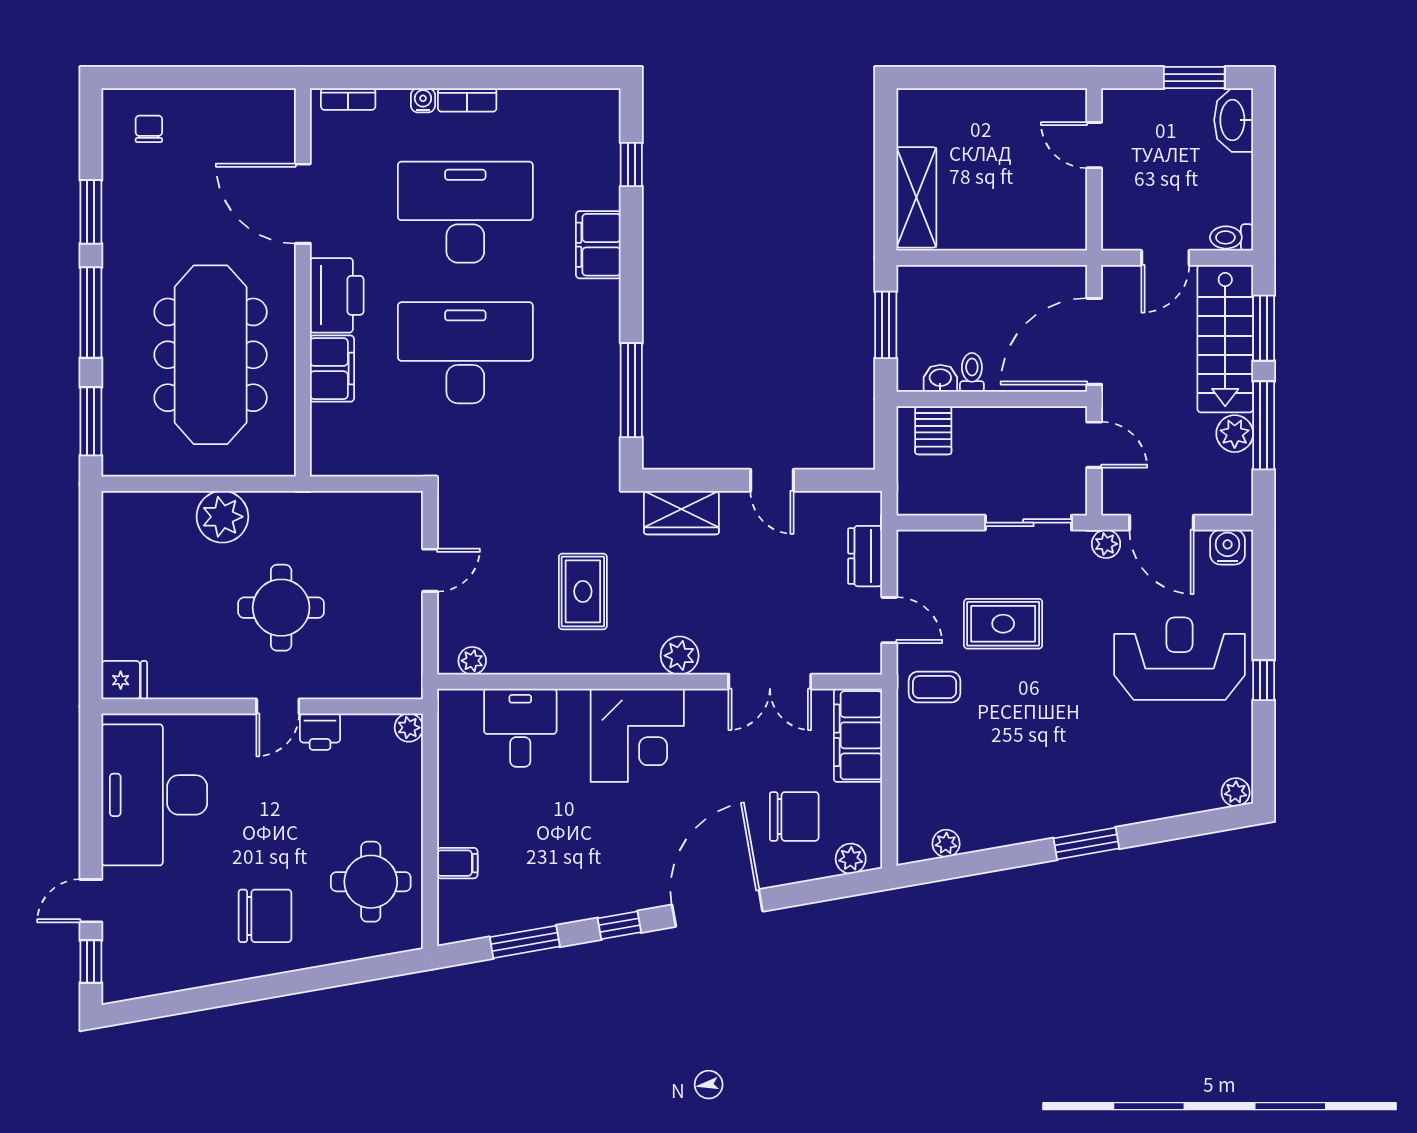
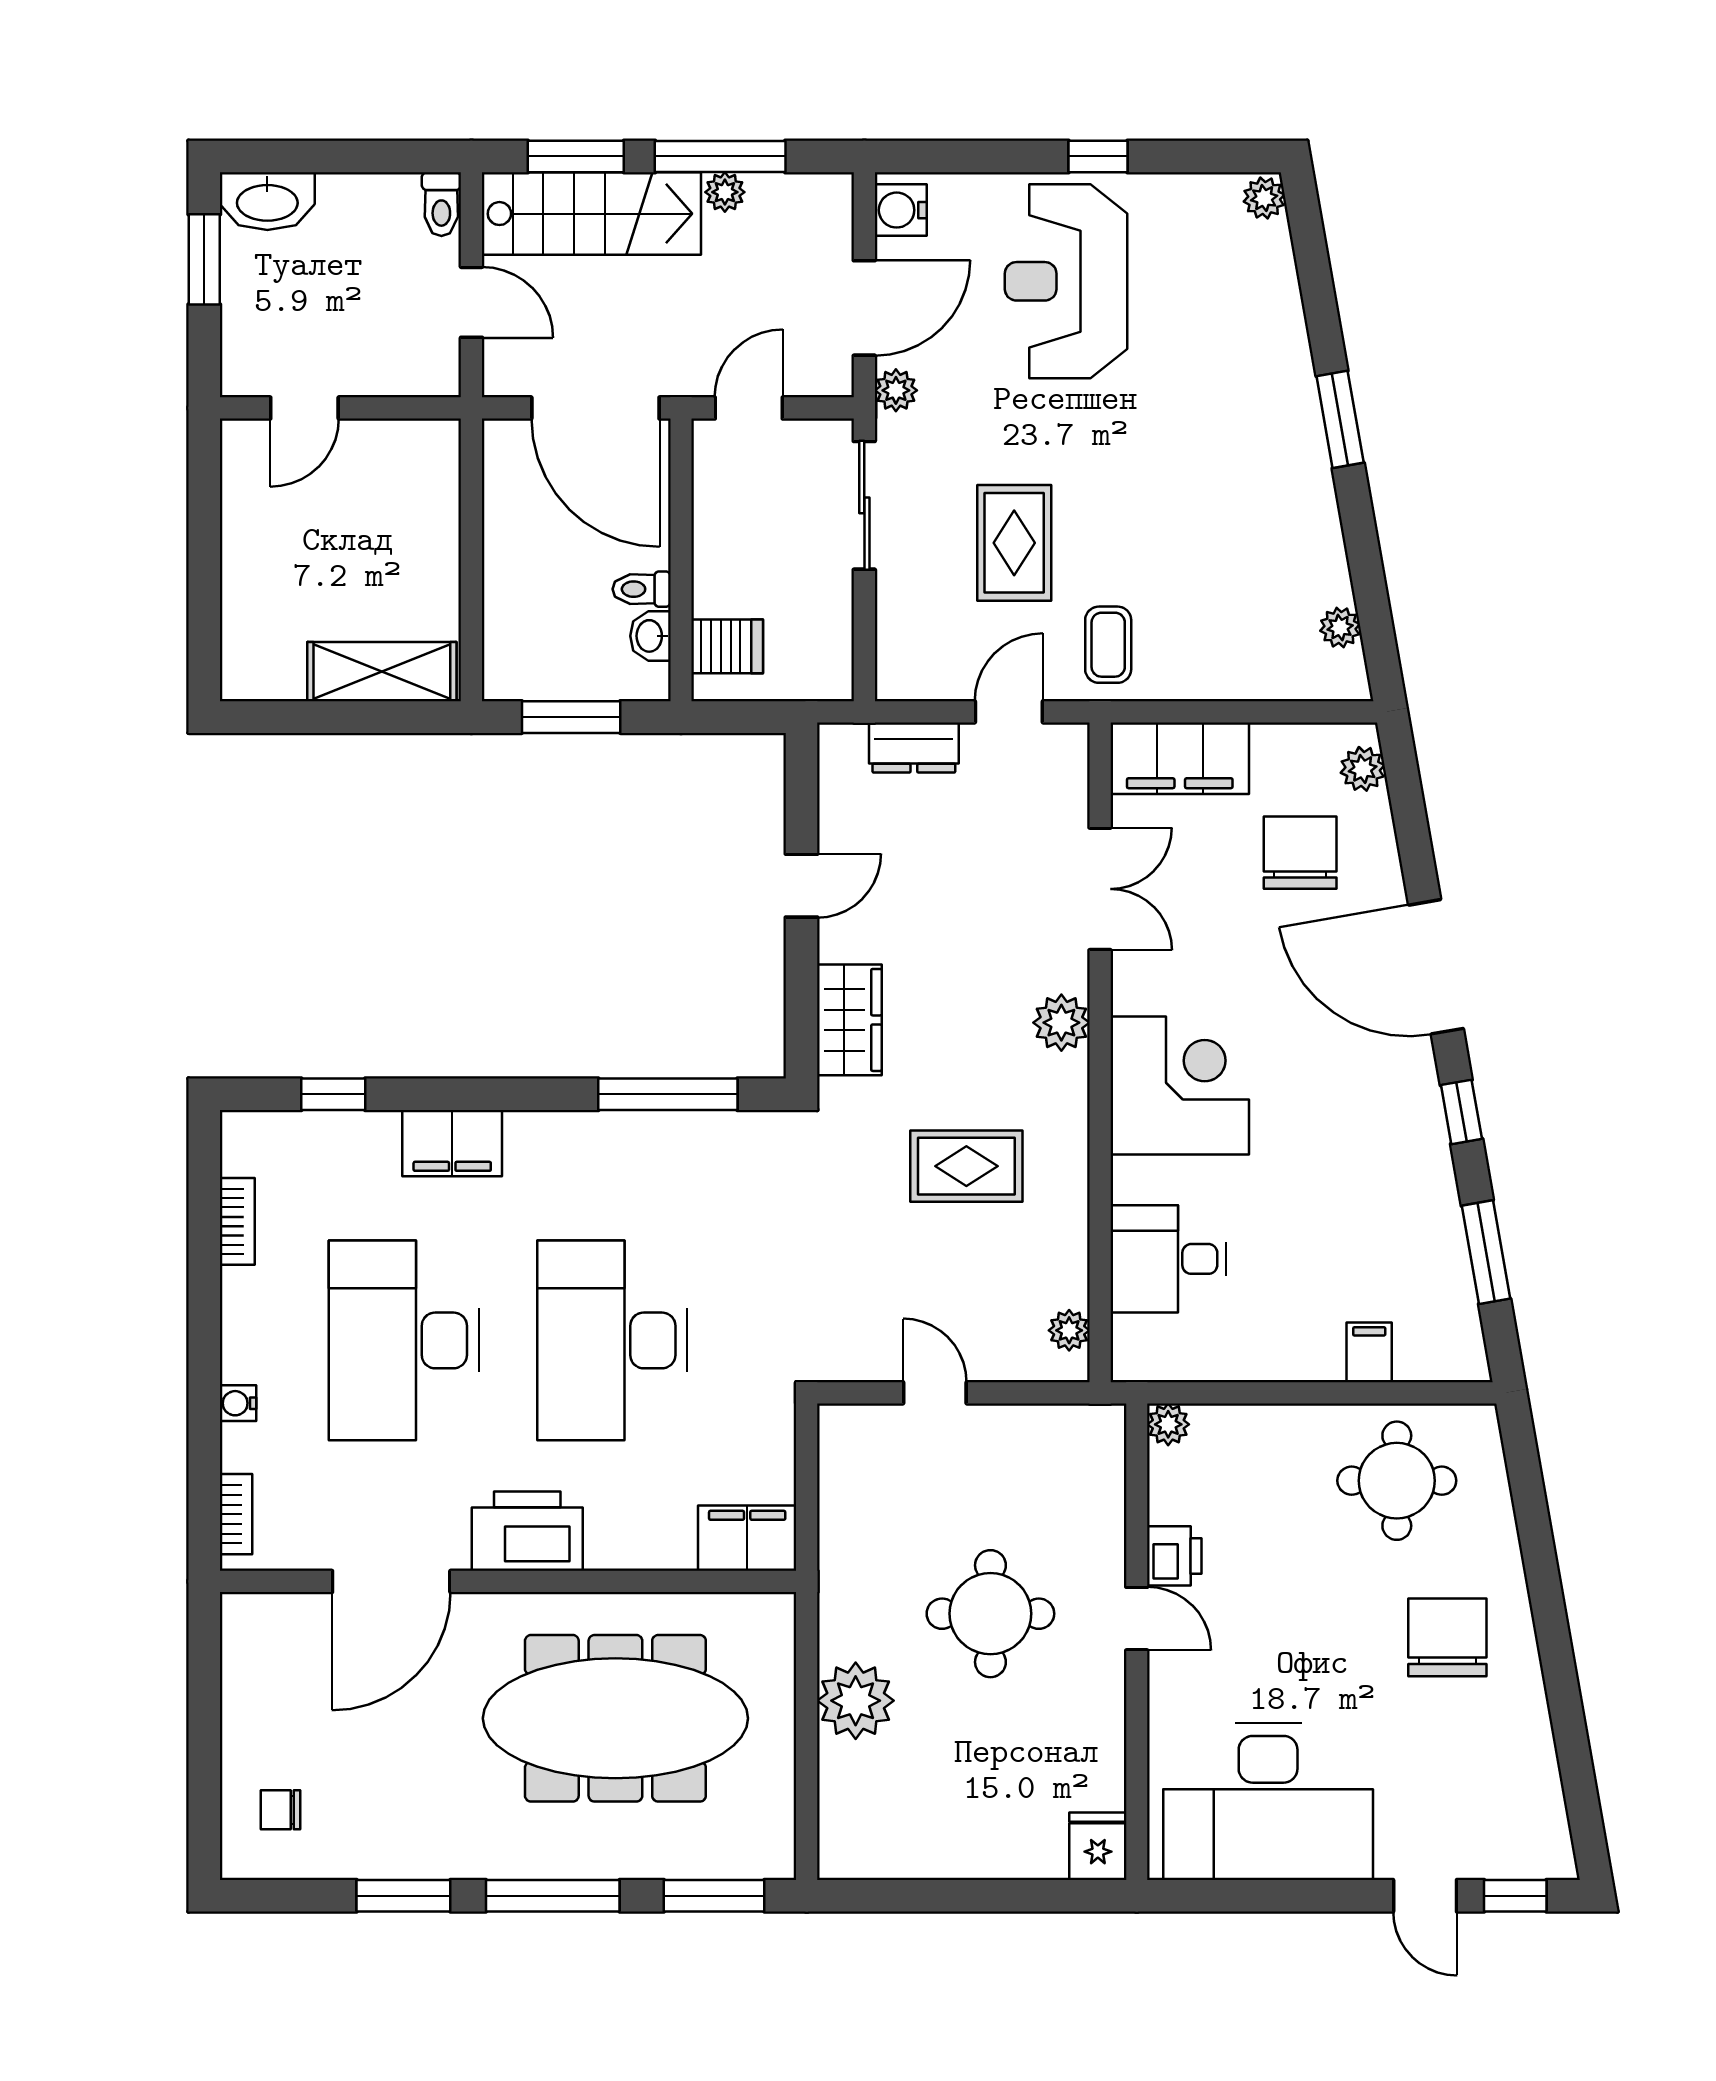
bookcase: (467, 100) -> (237, 1221), moved
filing cabinet: (332, 369) -> (747, 1538), moved
plant: (1235, 434) -> (725, 192), width x0.73, depth x0.73

